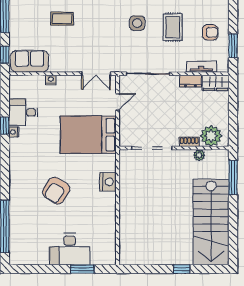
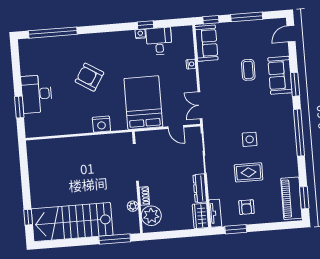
tv unit: (201, 67) -> (215, 213), moved
dresser: (190, 81) -> (200, 188), width x1.44
window: (182, 269) -> (28, 217), moved

